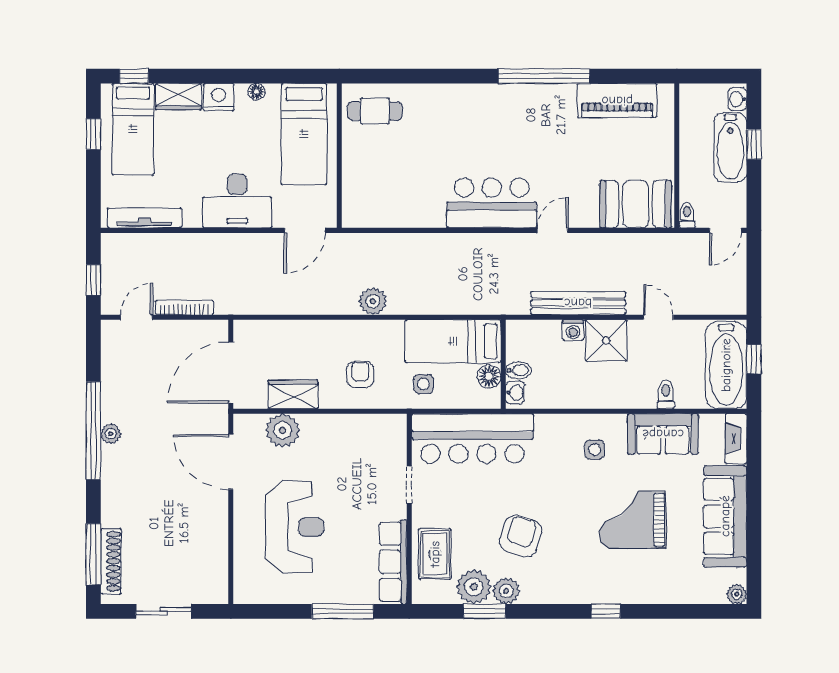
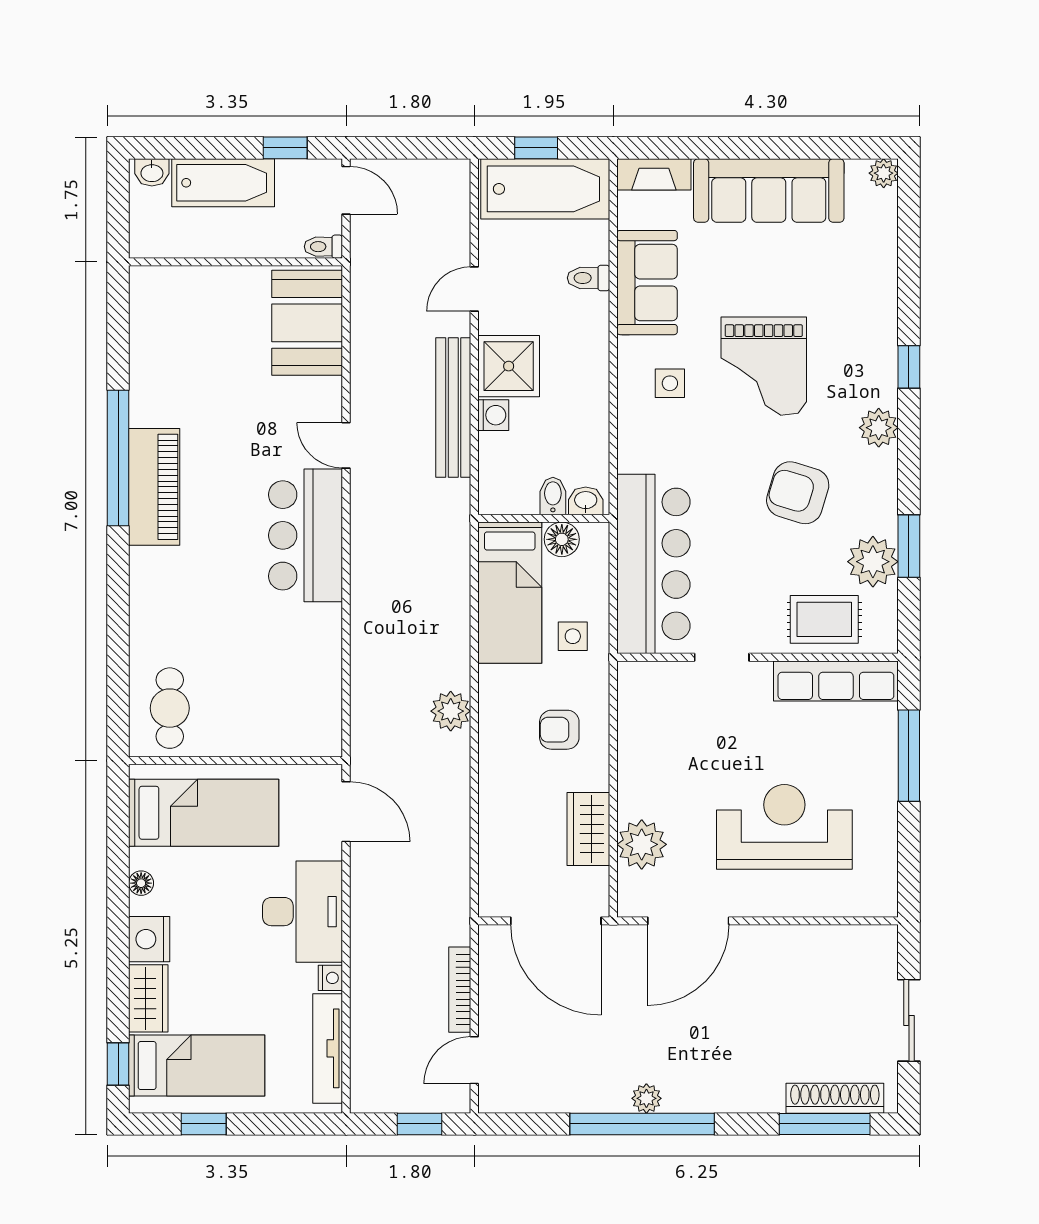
piano: (617, 101) -> (154, 487), moved
window: (754, 144) -> (285, 148), moved
nightstand: (192, 220) -> (330, 978), added
door: (137, 317) -> (474, 1060), hinge flipped
grand piano: (633, 520) -> (764, 366), moved
plant: (506, 591) -> (879, 428), moved

